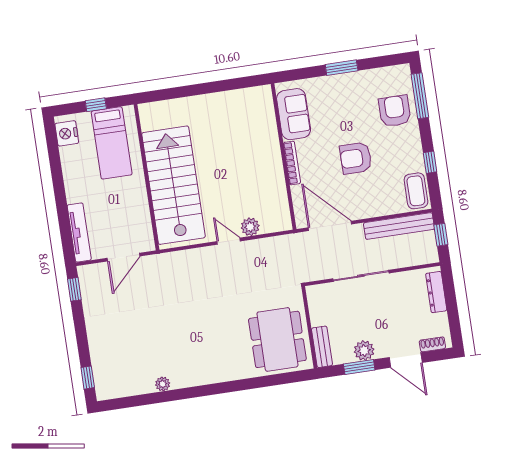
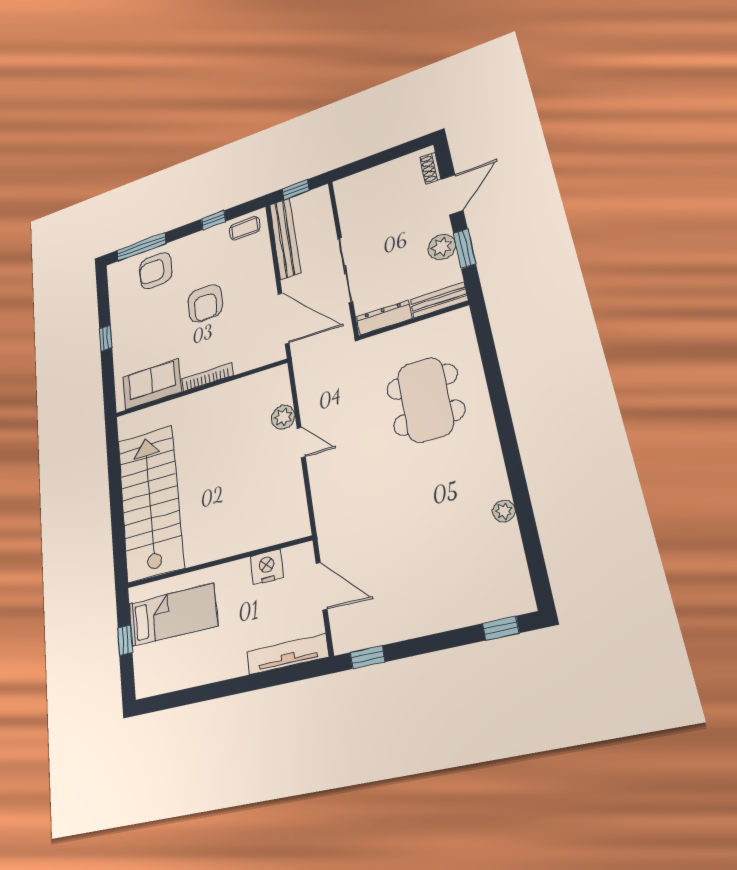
window: (342, 68) -> (106, 338), width x0.67
nightstand: (67, 133) -> (267, 567), moved, turned 180
stairs: (173, 185) -> (150, 503), moved, turned 90
coffee table: (416, 191) -> (245, 228), width x0.73, depth x0.77
door: (330, 226) -> (284, 318), swing flipped
door: (229, 241) -> (301, 442), swing flipped
dresser: (436, 292) -> (384, 318), moved, turned 180
dining table: (277, 339) -> (425, 400), moved, turned 90

